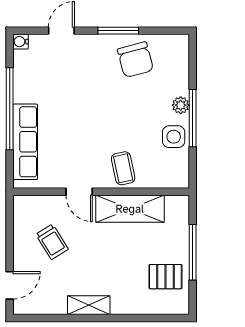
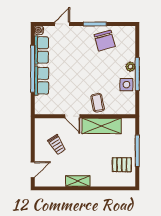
row of seats: (25, 76) -> (41, 50), added
row of seats: (25, 142) -> (42, 81), width x0.68

